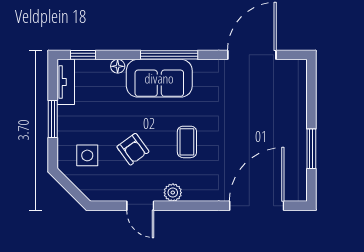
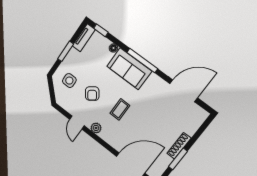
shoe rack: (300, 130) -> (179, 146), added

